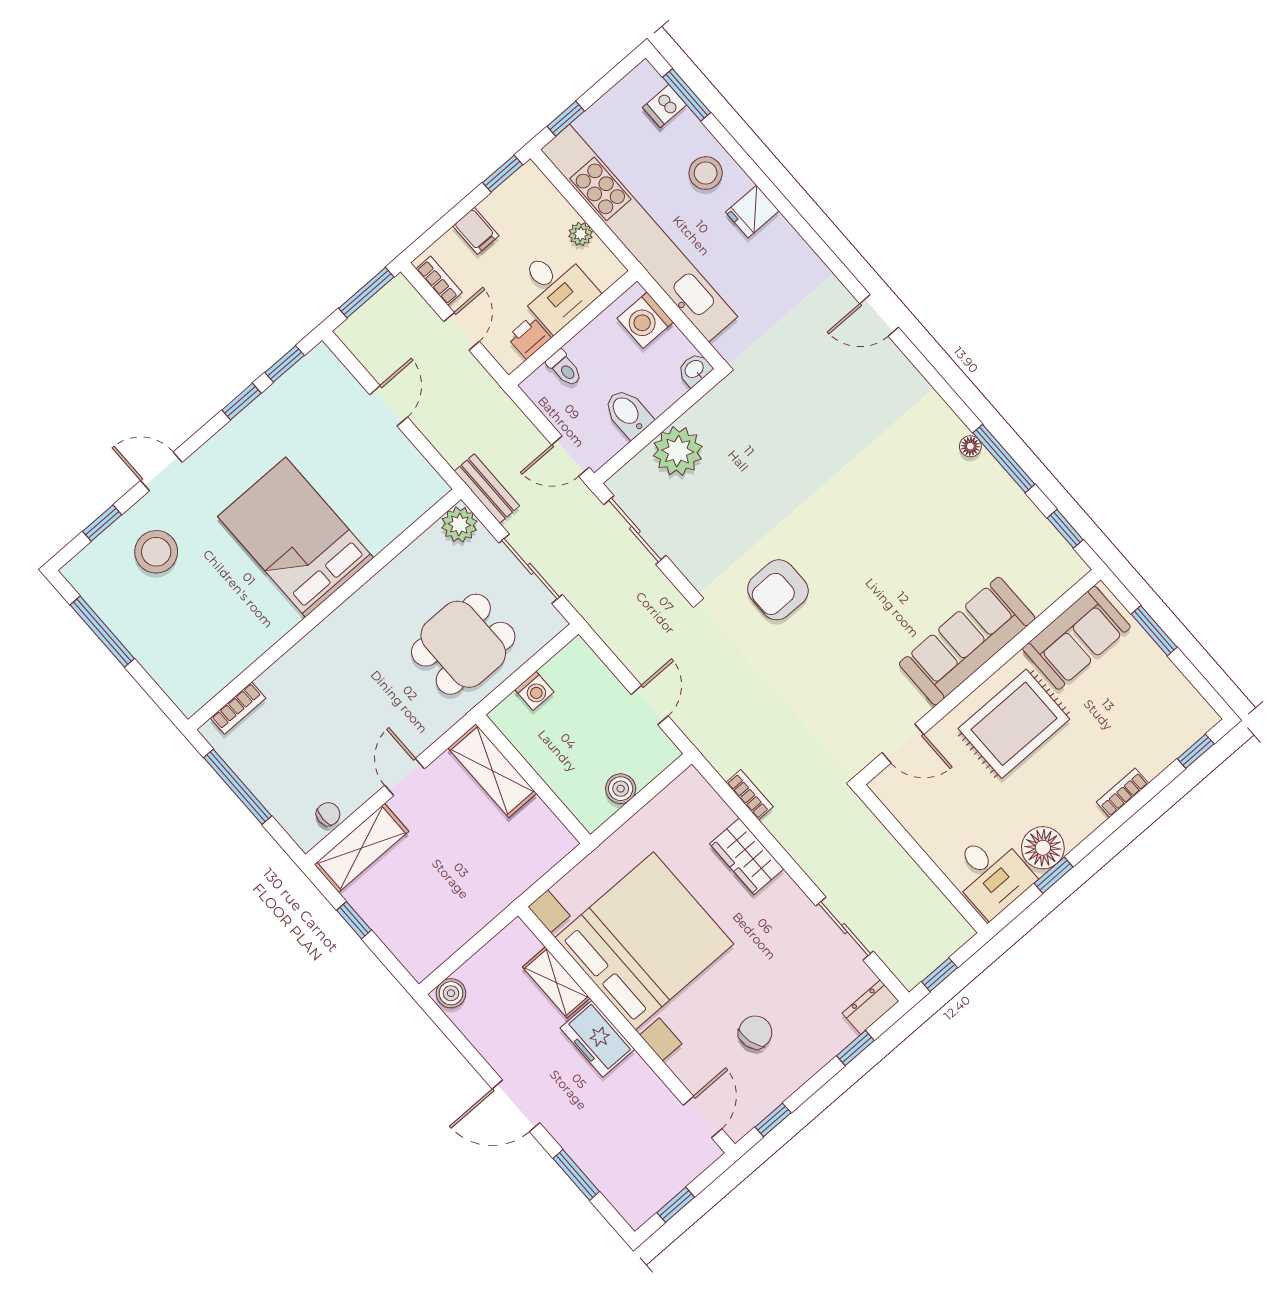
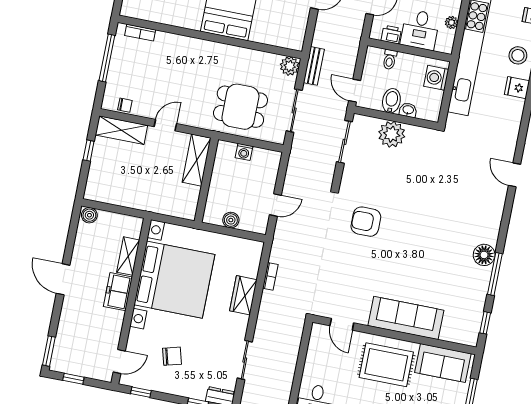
washbasin: (695, 369) -> (408, 110), moved
floor lamp: (970, 446) -> (484, 255), width x1.89, depth x1.89
window: (576, 1175) -> (49, 351), moved

